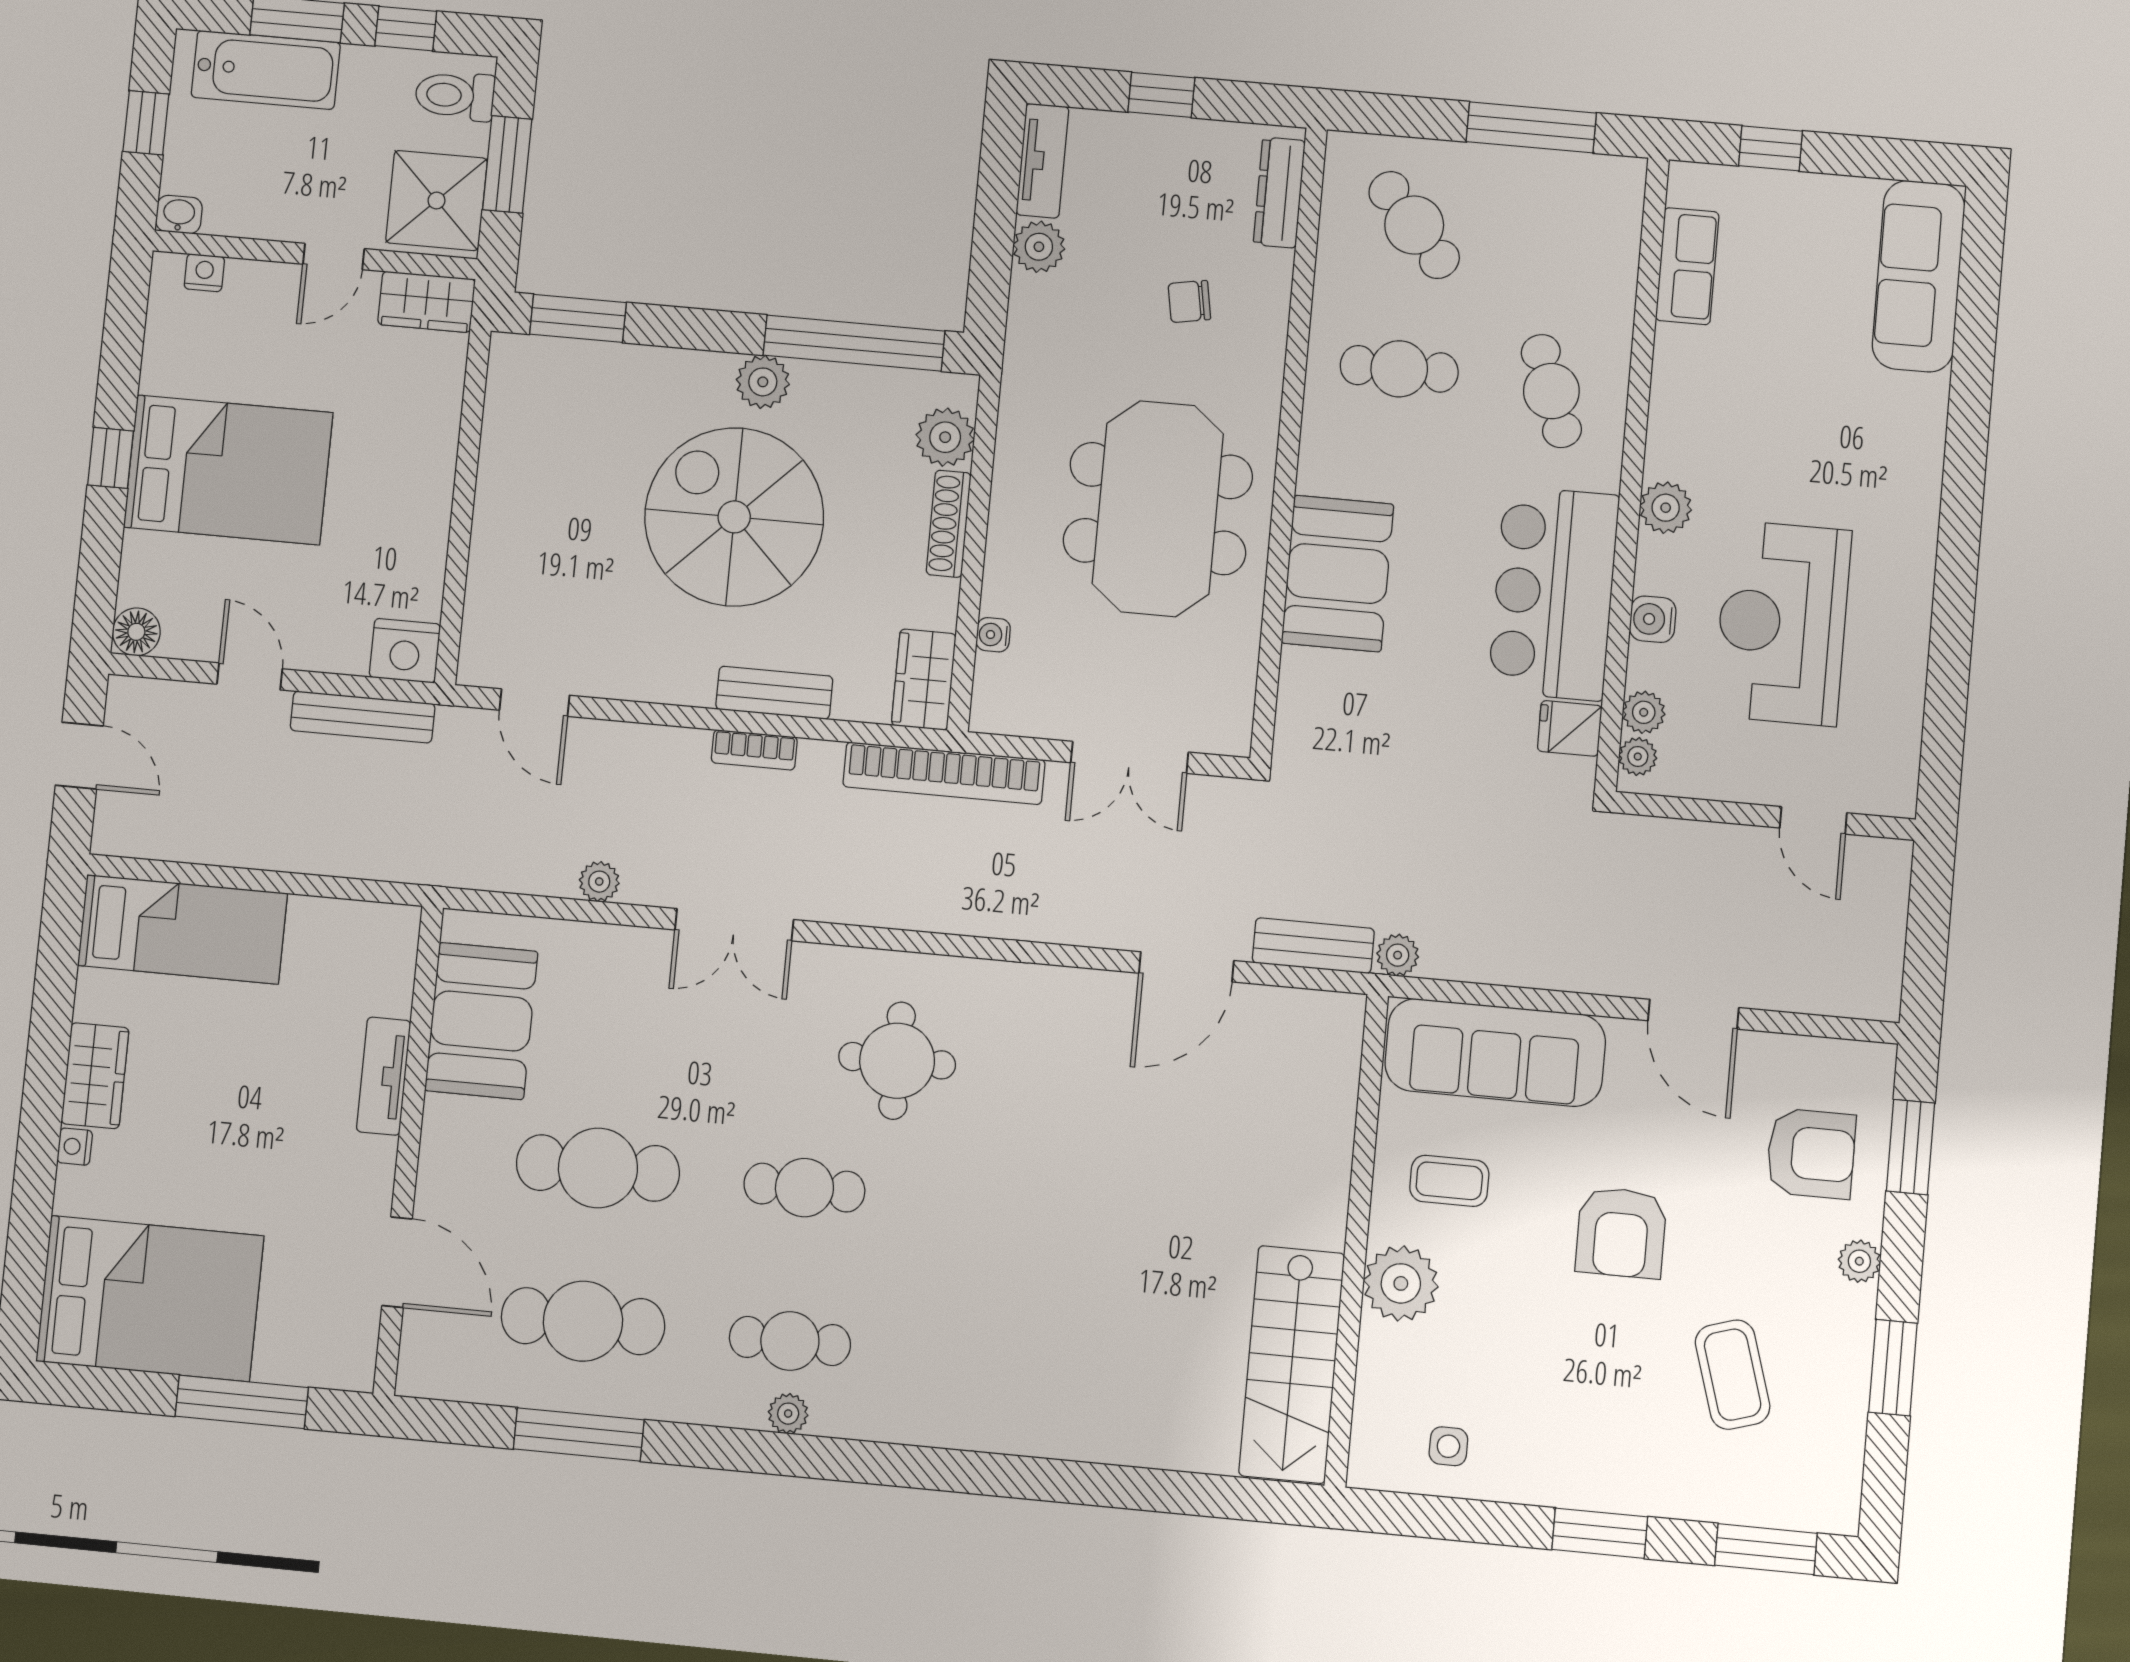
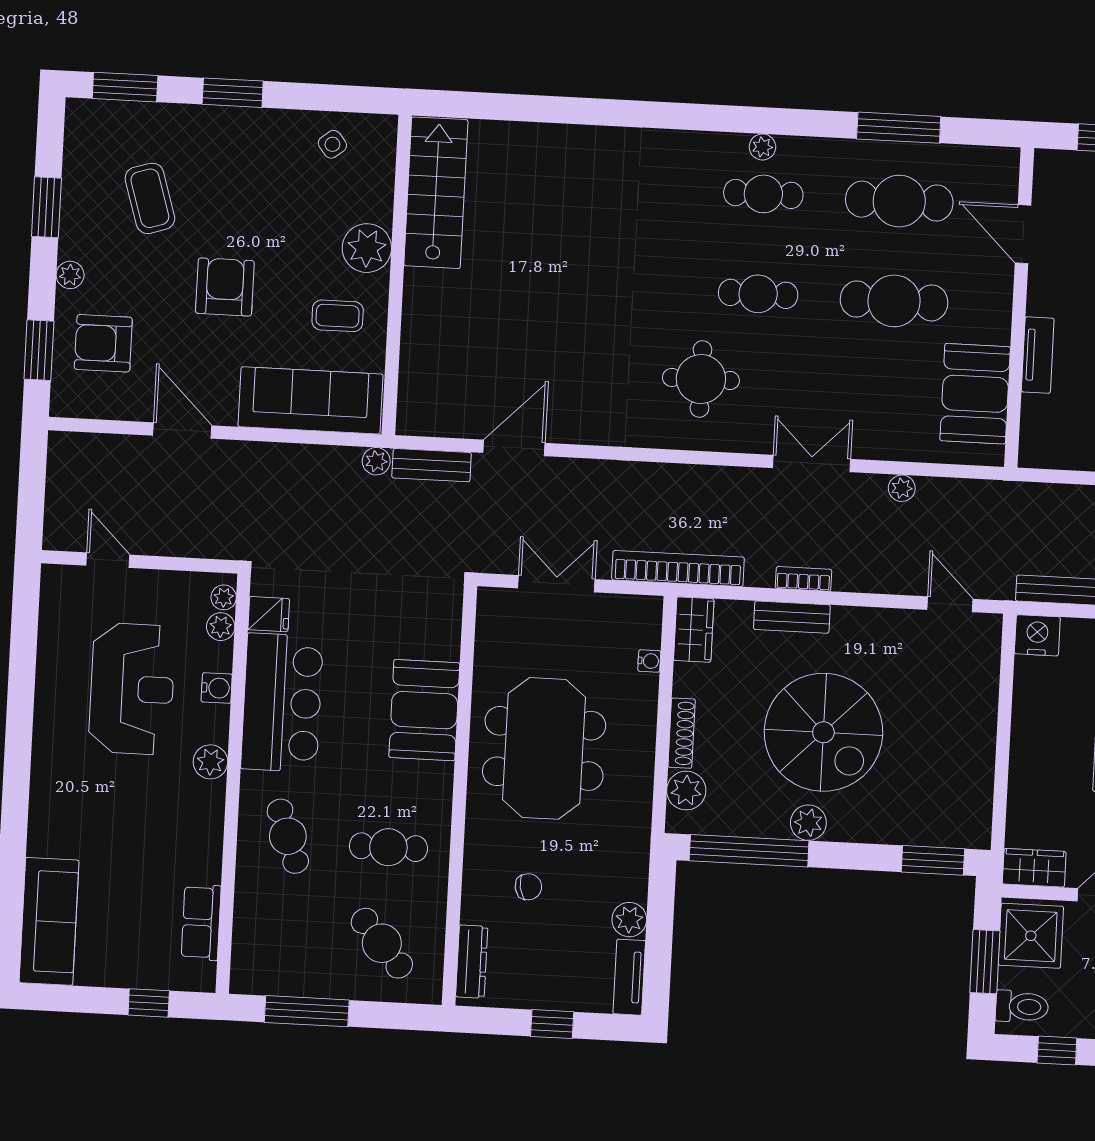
side table: (1448, 1446) -> (332, 144), turned -38

